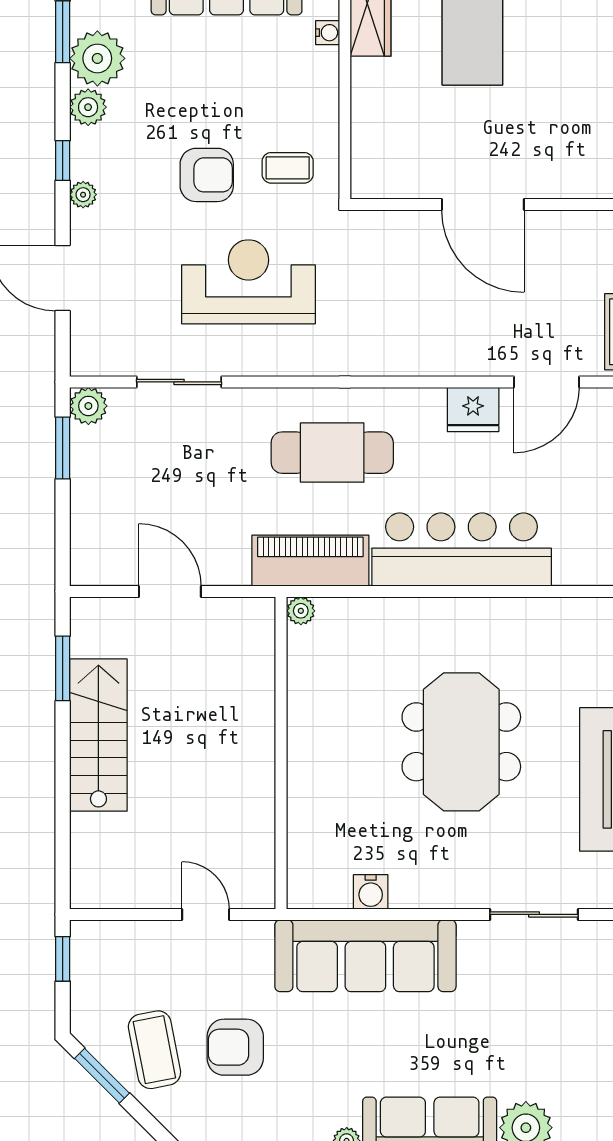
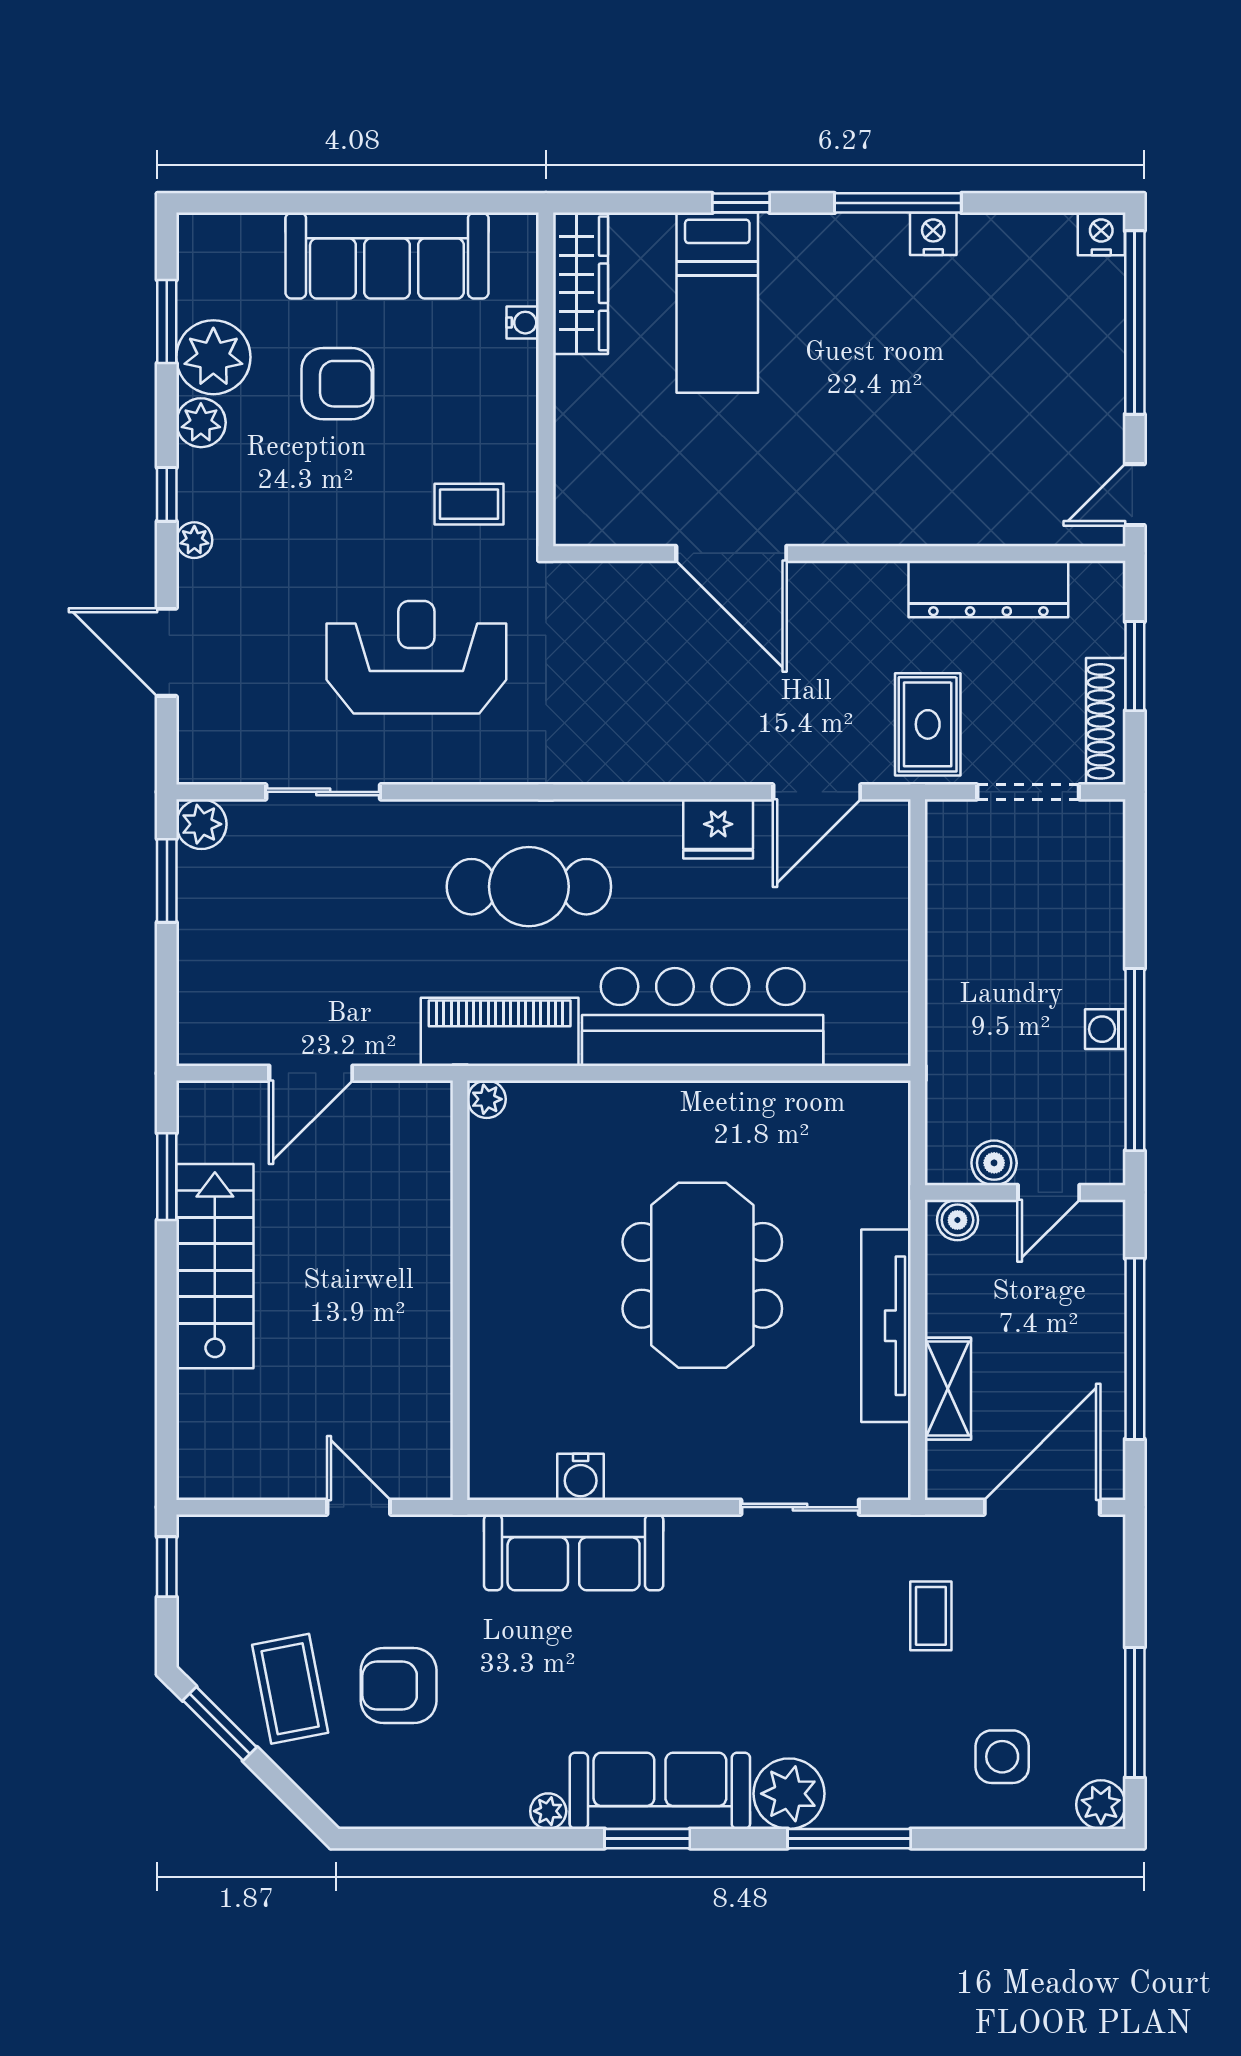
armchair: (207, 175) -> (337, 384), moved
door: (170, 591) -> (311, 1073), swing flipped
sofa: (365, 956) -> (574, 1552), width x0.74, depth x0.79

